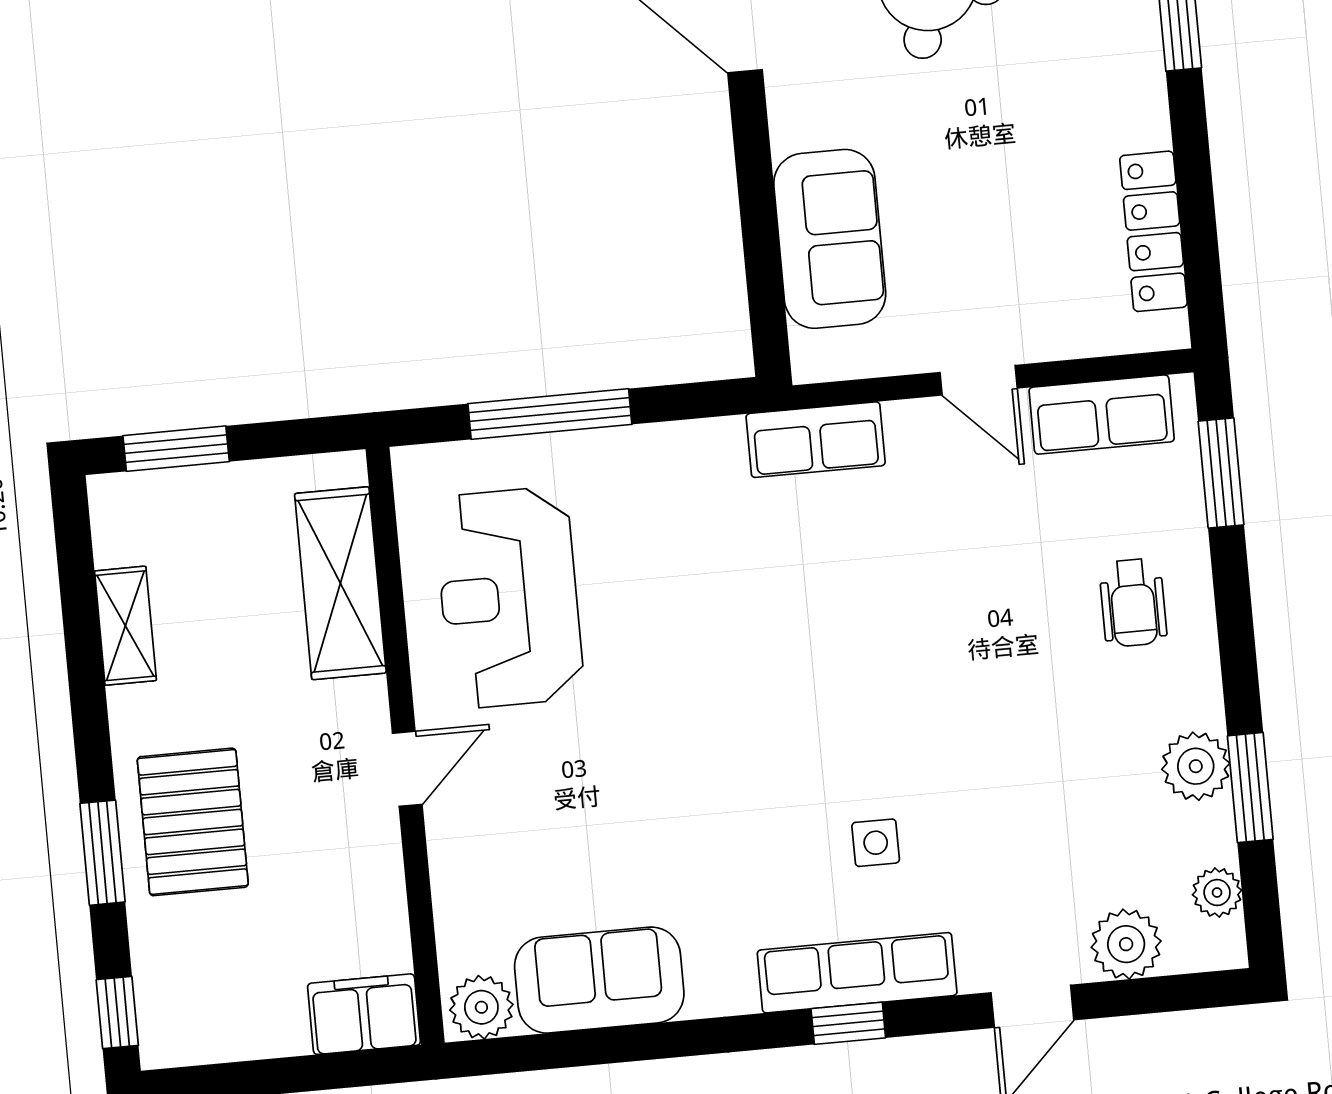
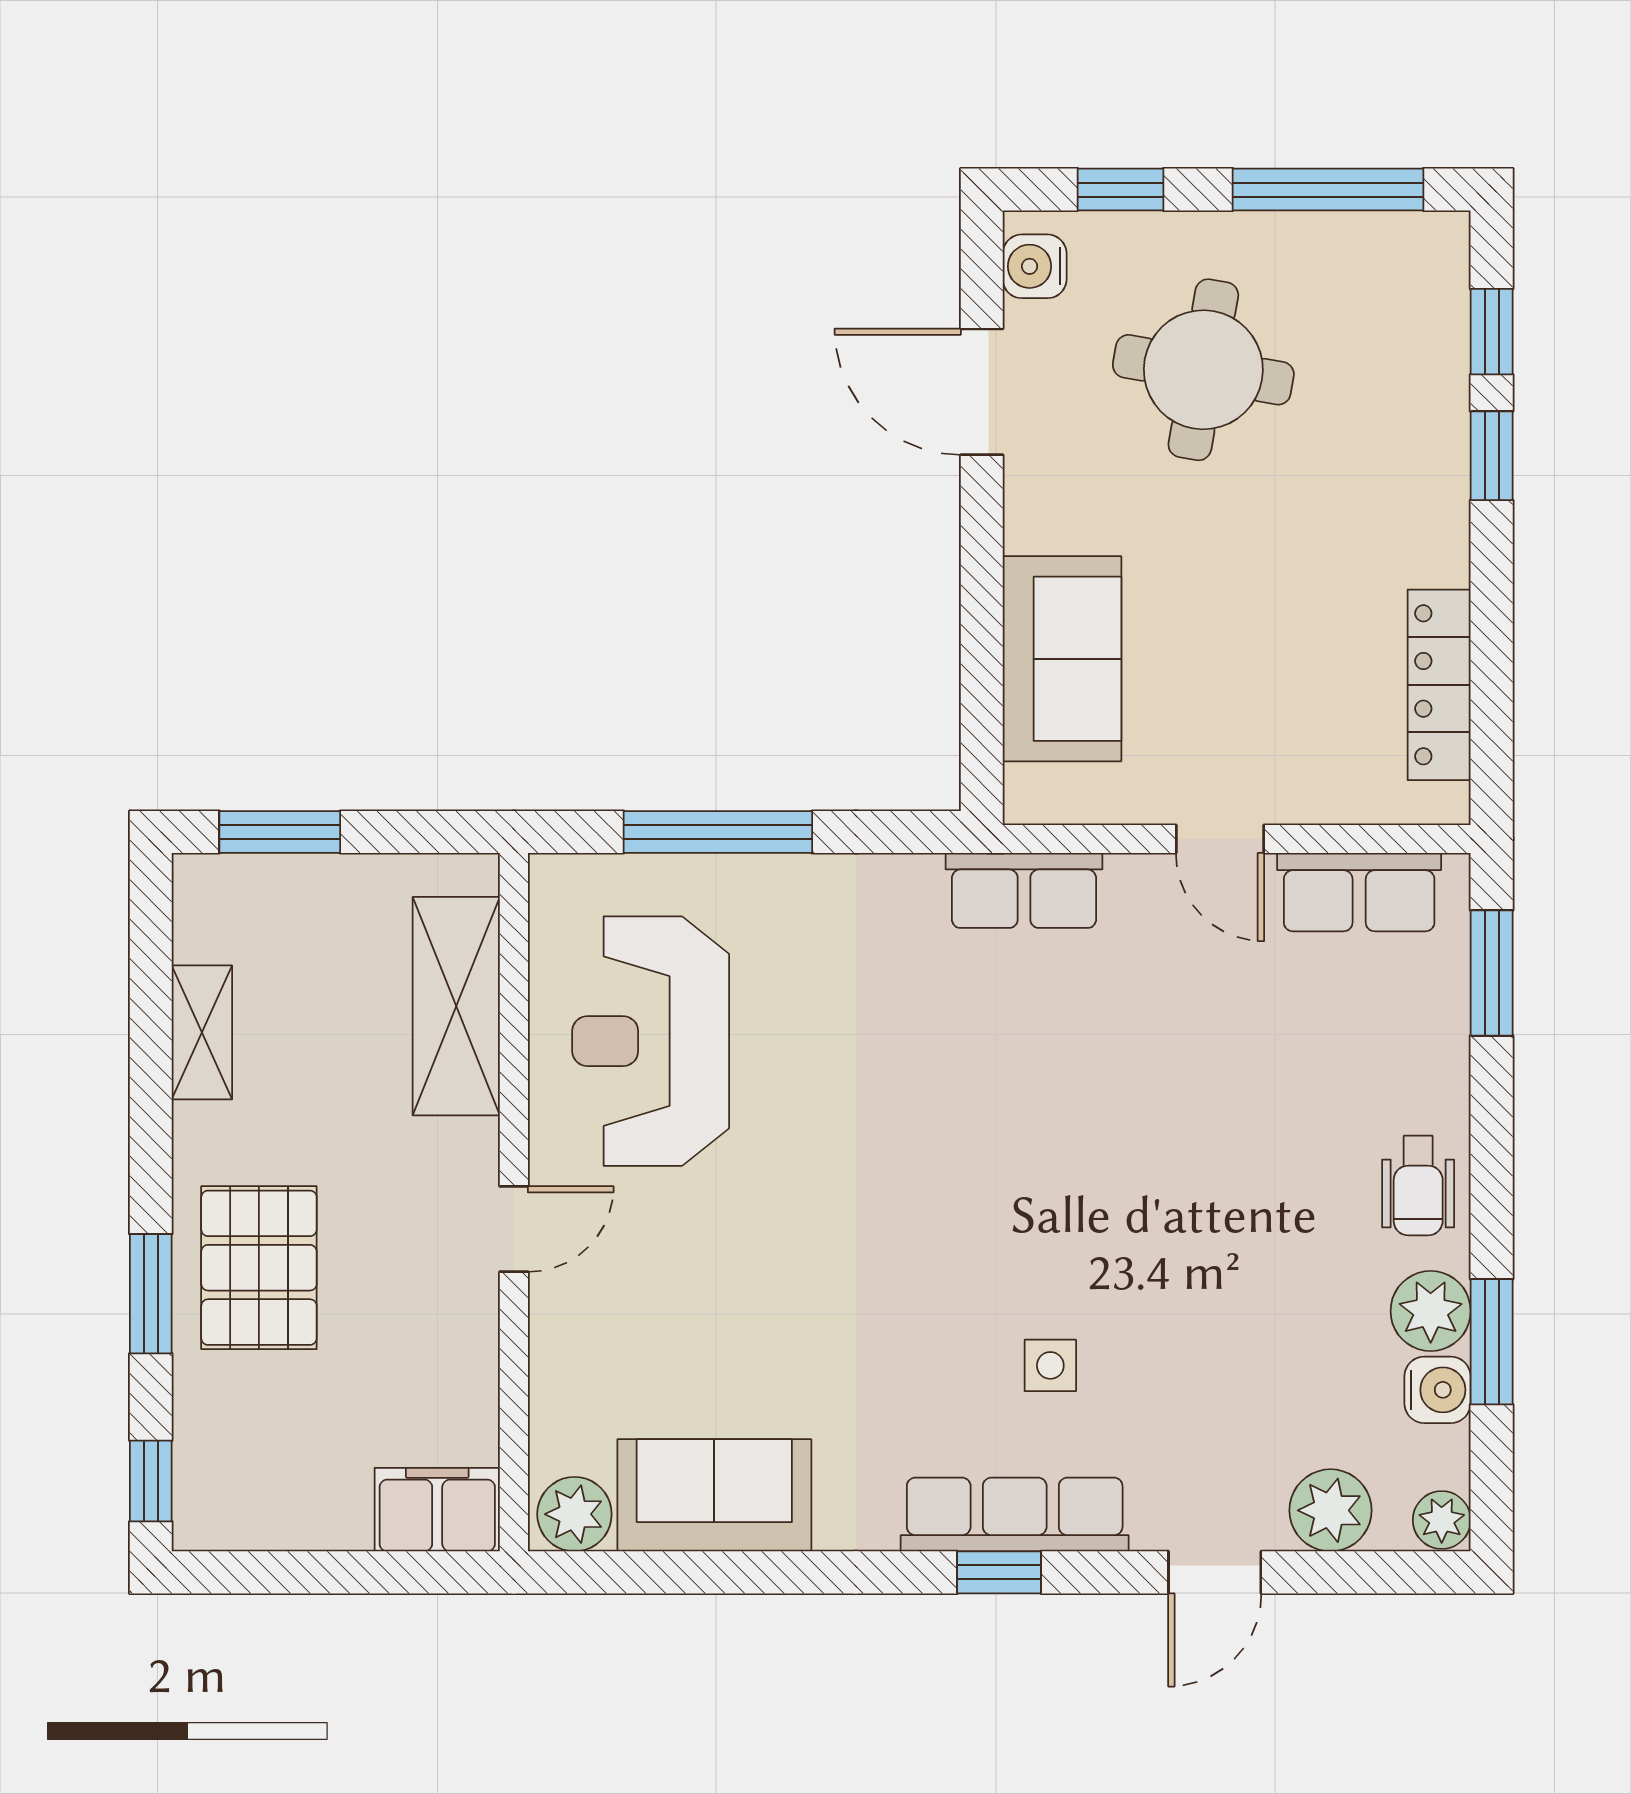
wheelchair: (1133, 603) -> (1418, 1186), moved
water cooler: (1208, 833) -> (1438, 1390), added
plant: (1217, 893) -> (1442, 1520), moved

